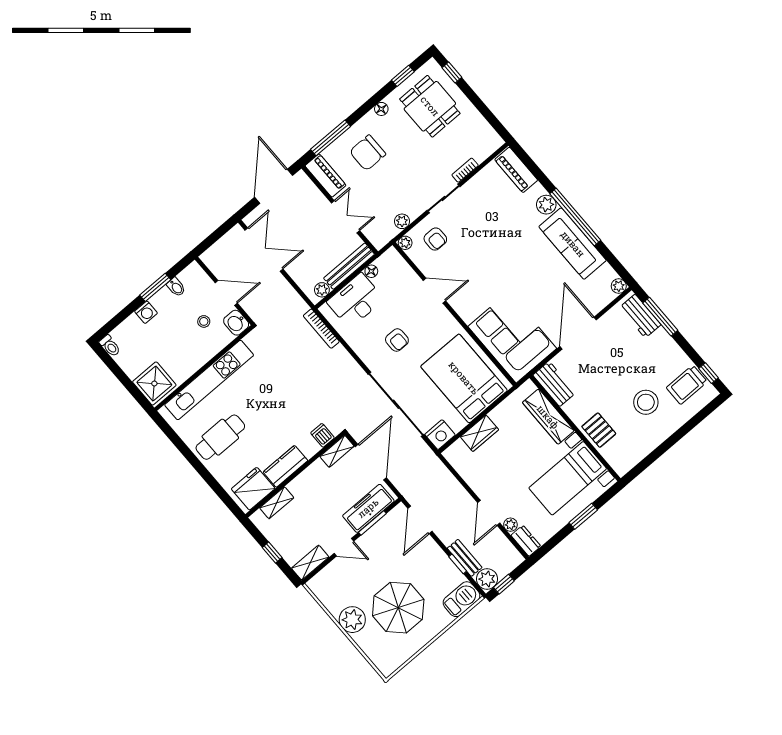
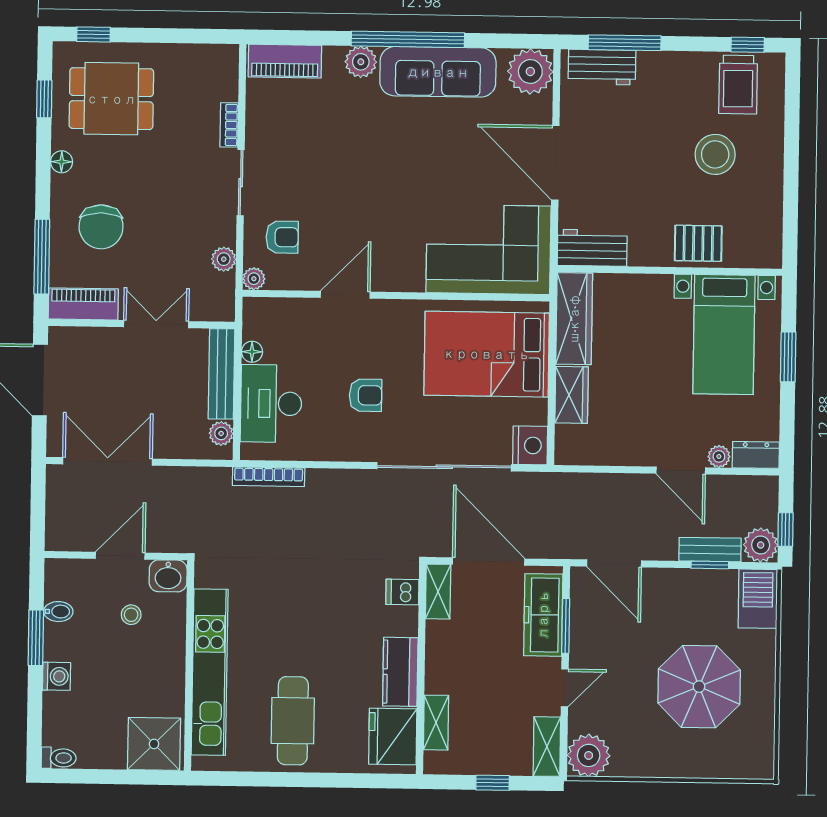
plant: (619, 286) -> (530, 71), width x1.88, depth x1.88
wardrobe: (548, 417) -> (574, 319), moved, turned -90
plant: (352, 620) -> (589, 755), moved

